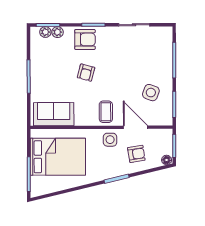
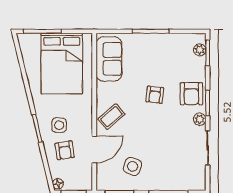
plant: (58, 32) -> (200, 119), moved
armchair: (86, 73) -> (155, 95), turned -99
coffee table: (106, 112) -> (111, 117), turned -40
side table: (110, 140) -> (59, 125), moved

